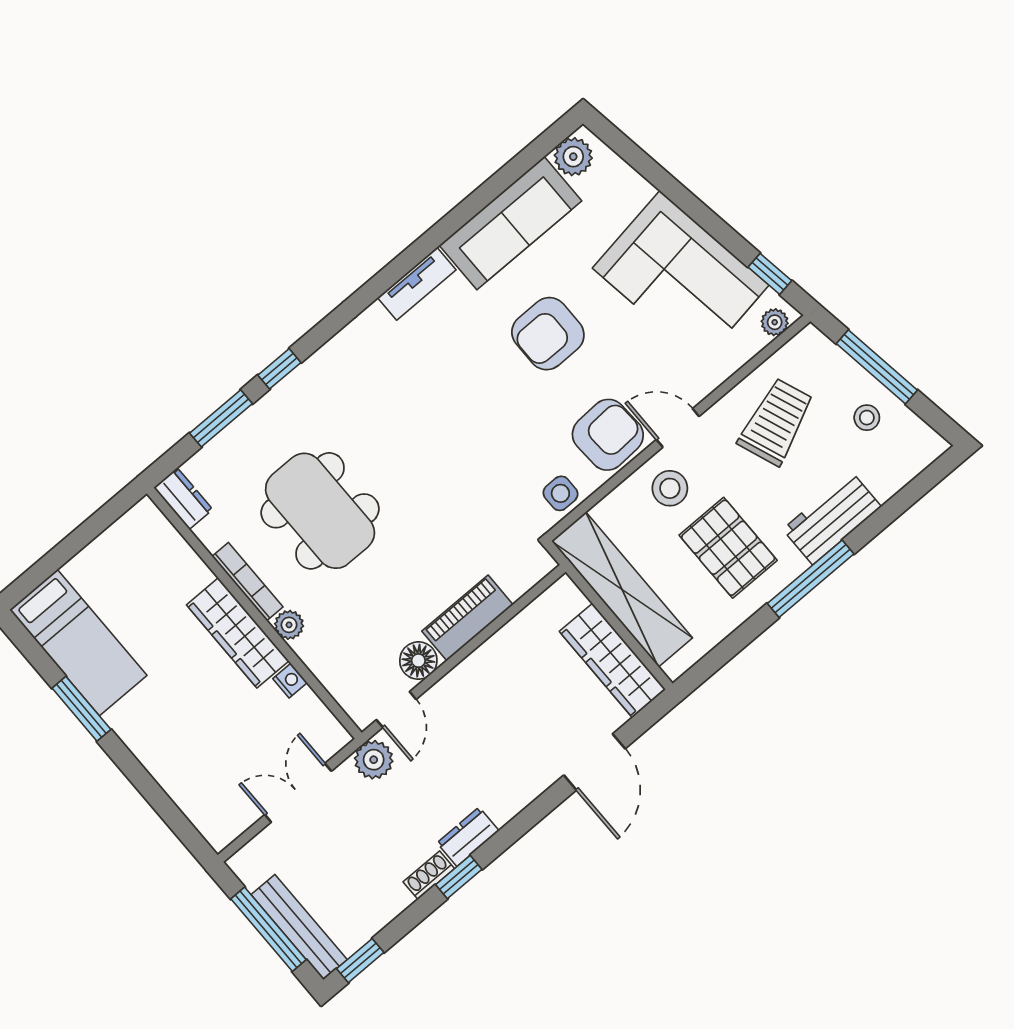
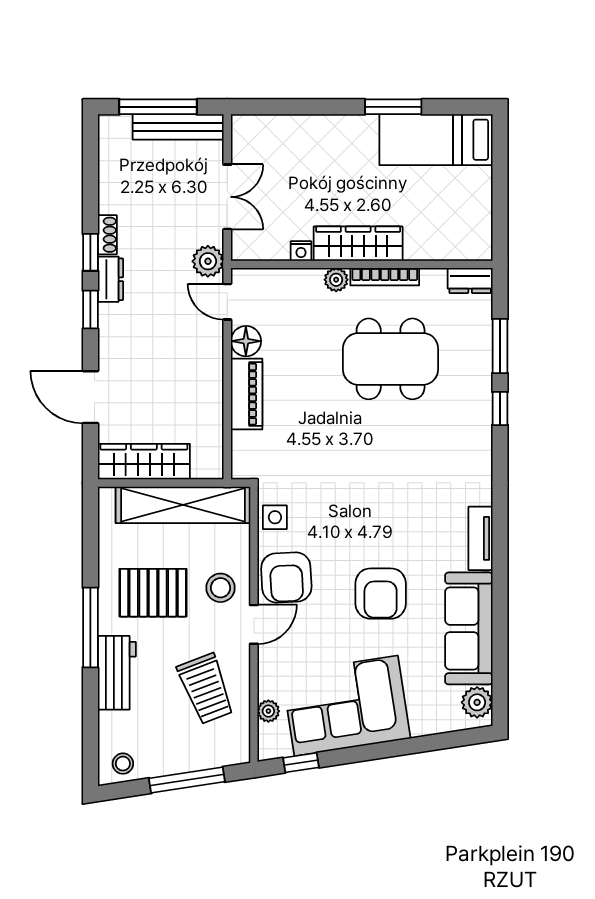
plant: (775, 322) -> (268, 711), moved
armchair: (548, 334) -> (381, 594), turned 180
stool: (867, 418) -> (123, 764), moved
bench: (299, 927) -> (178, 127), moved
window: (360, 961) -> (90, 310), moved

